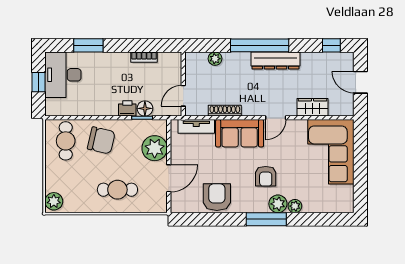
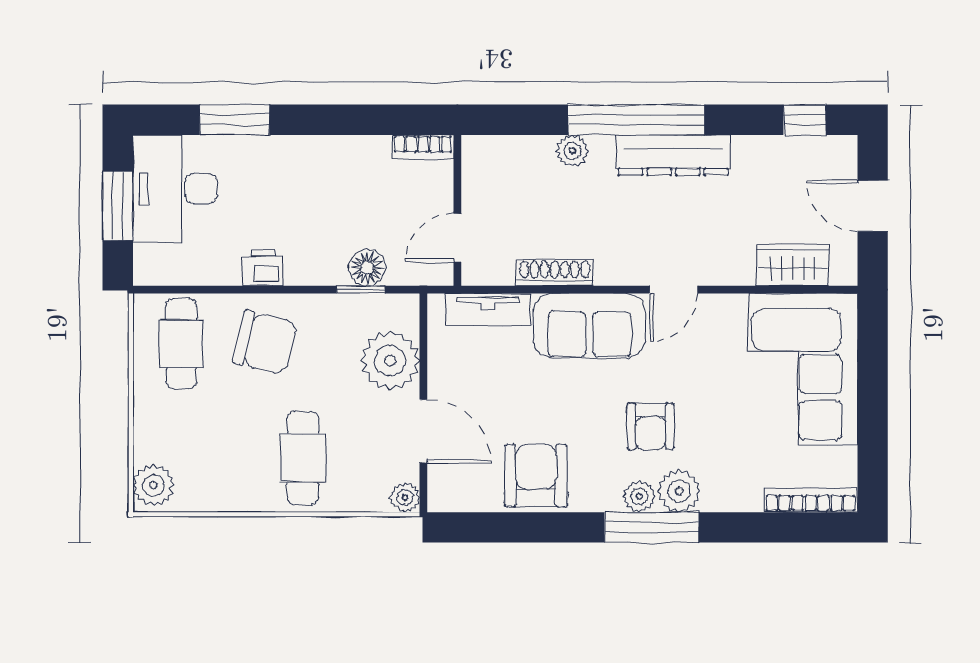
bookcase: (144, 57) -> (423, 147), moved
plant: (215, 59) -> (572, 151), moved
window: (38, 82) -> (118, 206), width x1.50
wardrobe: (312, 107) -> (793, 265), moved
printer: (127, 108) -> (263, 268), moved
door: (169, 178) -> (423, 431), hinge flipped
cafe table: (117, 190) -> (303, 458), turned 90
plant: (161, 206) -> (405, 497), added
plant: (295, 206) -> (639, 496), moved
bookcase: (334, 208) -> (810, 500), added

